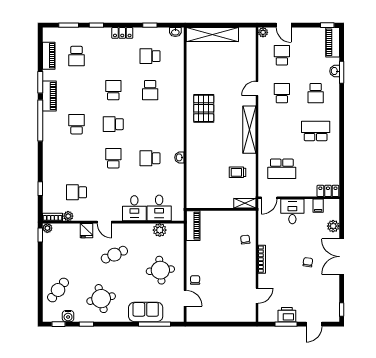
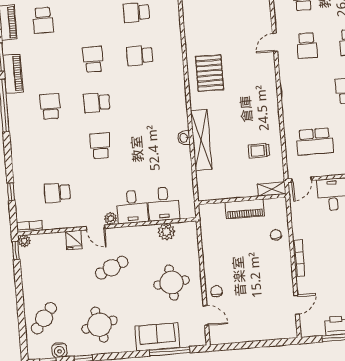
school desk: (150, 90) -> (140, 56), turned 90
school desk: (282, 93) -> (307, 46), turned 180
shelving: (249, 130) -> (201, 140), moved
school desk: (150, 158) -> (147, 142), removed
plant: (68, 216) -> (111, 219), moved
piano: (193, 226) -> (245, 209), moved, turned 90

